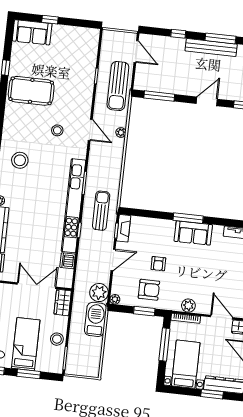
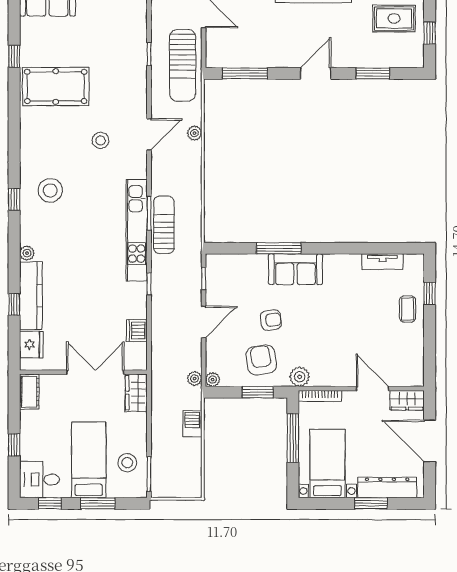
door: (90, 130) -> (149, 134), hinge flipped
kitchen unit: (74, 206) -> (137, 230), width x0.73
sun lounger: (101, 211) -> (164, 225), moved
window: (188, 218) -> (279, 248), moved
fireplace: (124, 228) -> (214, 274), removed
sofa: (193, 233) -> (295, 269), moved
armchair: (158, 264) -> (271, 320), turned -98
armchair: (149, 290) -> (261, 360), turned -99
plant: (99, 293) -> (195, 379), width x0.53, depth x0.53
plant: (188, 306) -> (300, 377), moved
barbecue: (96, 319) -> (192, 424), width x0.53, depth x0.65
stool: (57, 339) -> (127, 463), moved

